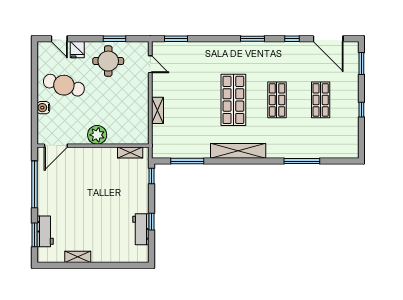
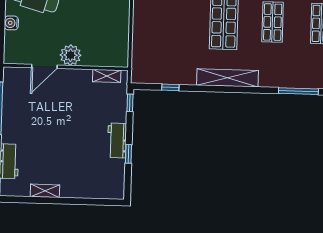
shelving: (158, 110) -> (139, 30), removed
door: (56, 146) -> (44, 66), moved
window: (187, 161) -> (170, 87), width x0.46
workbench: (141, 229) -> (117, 141), moved

